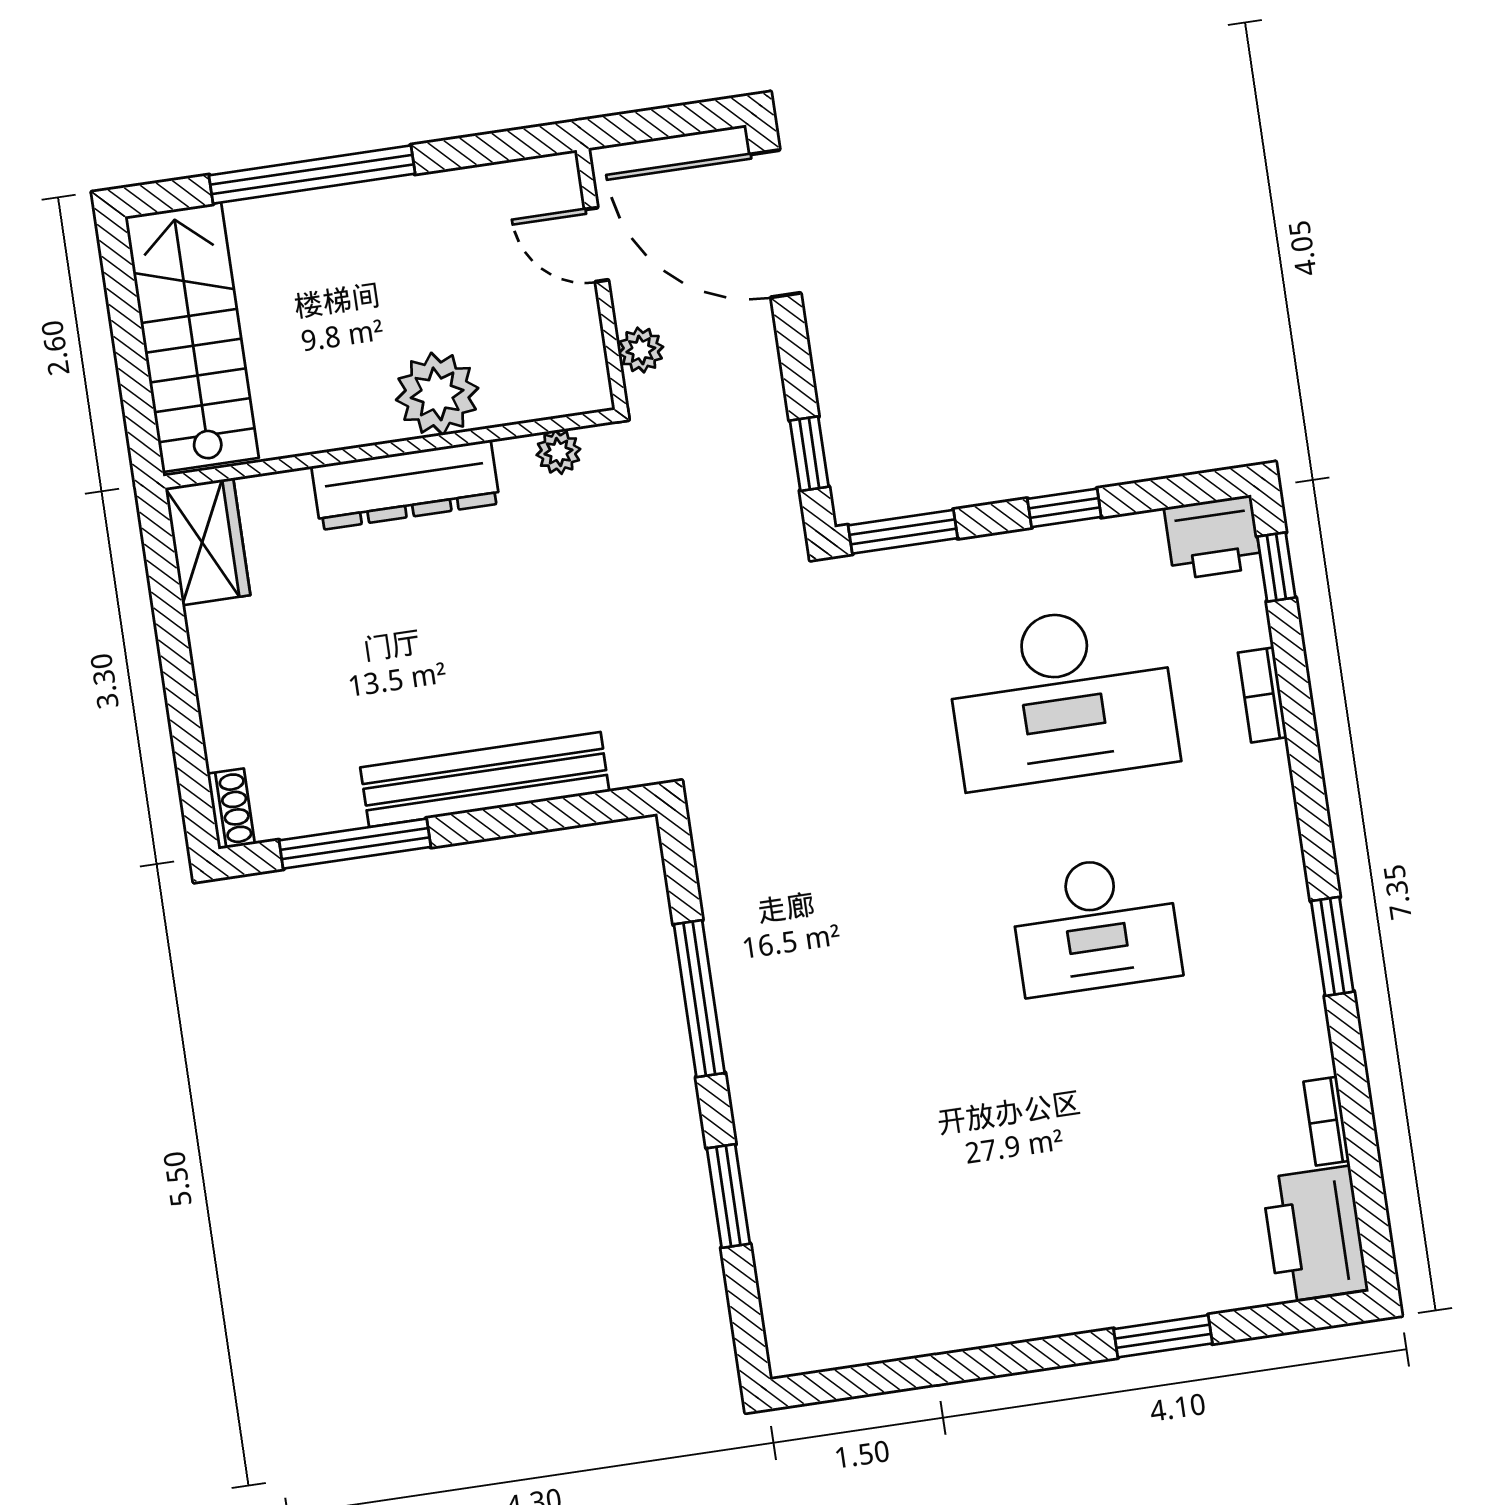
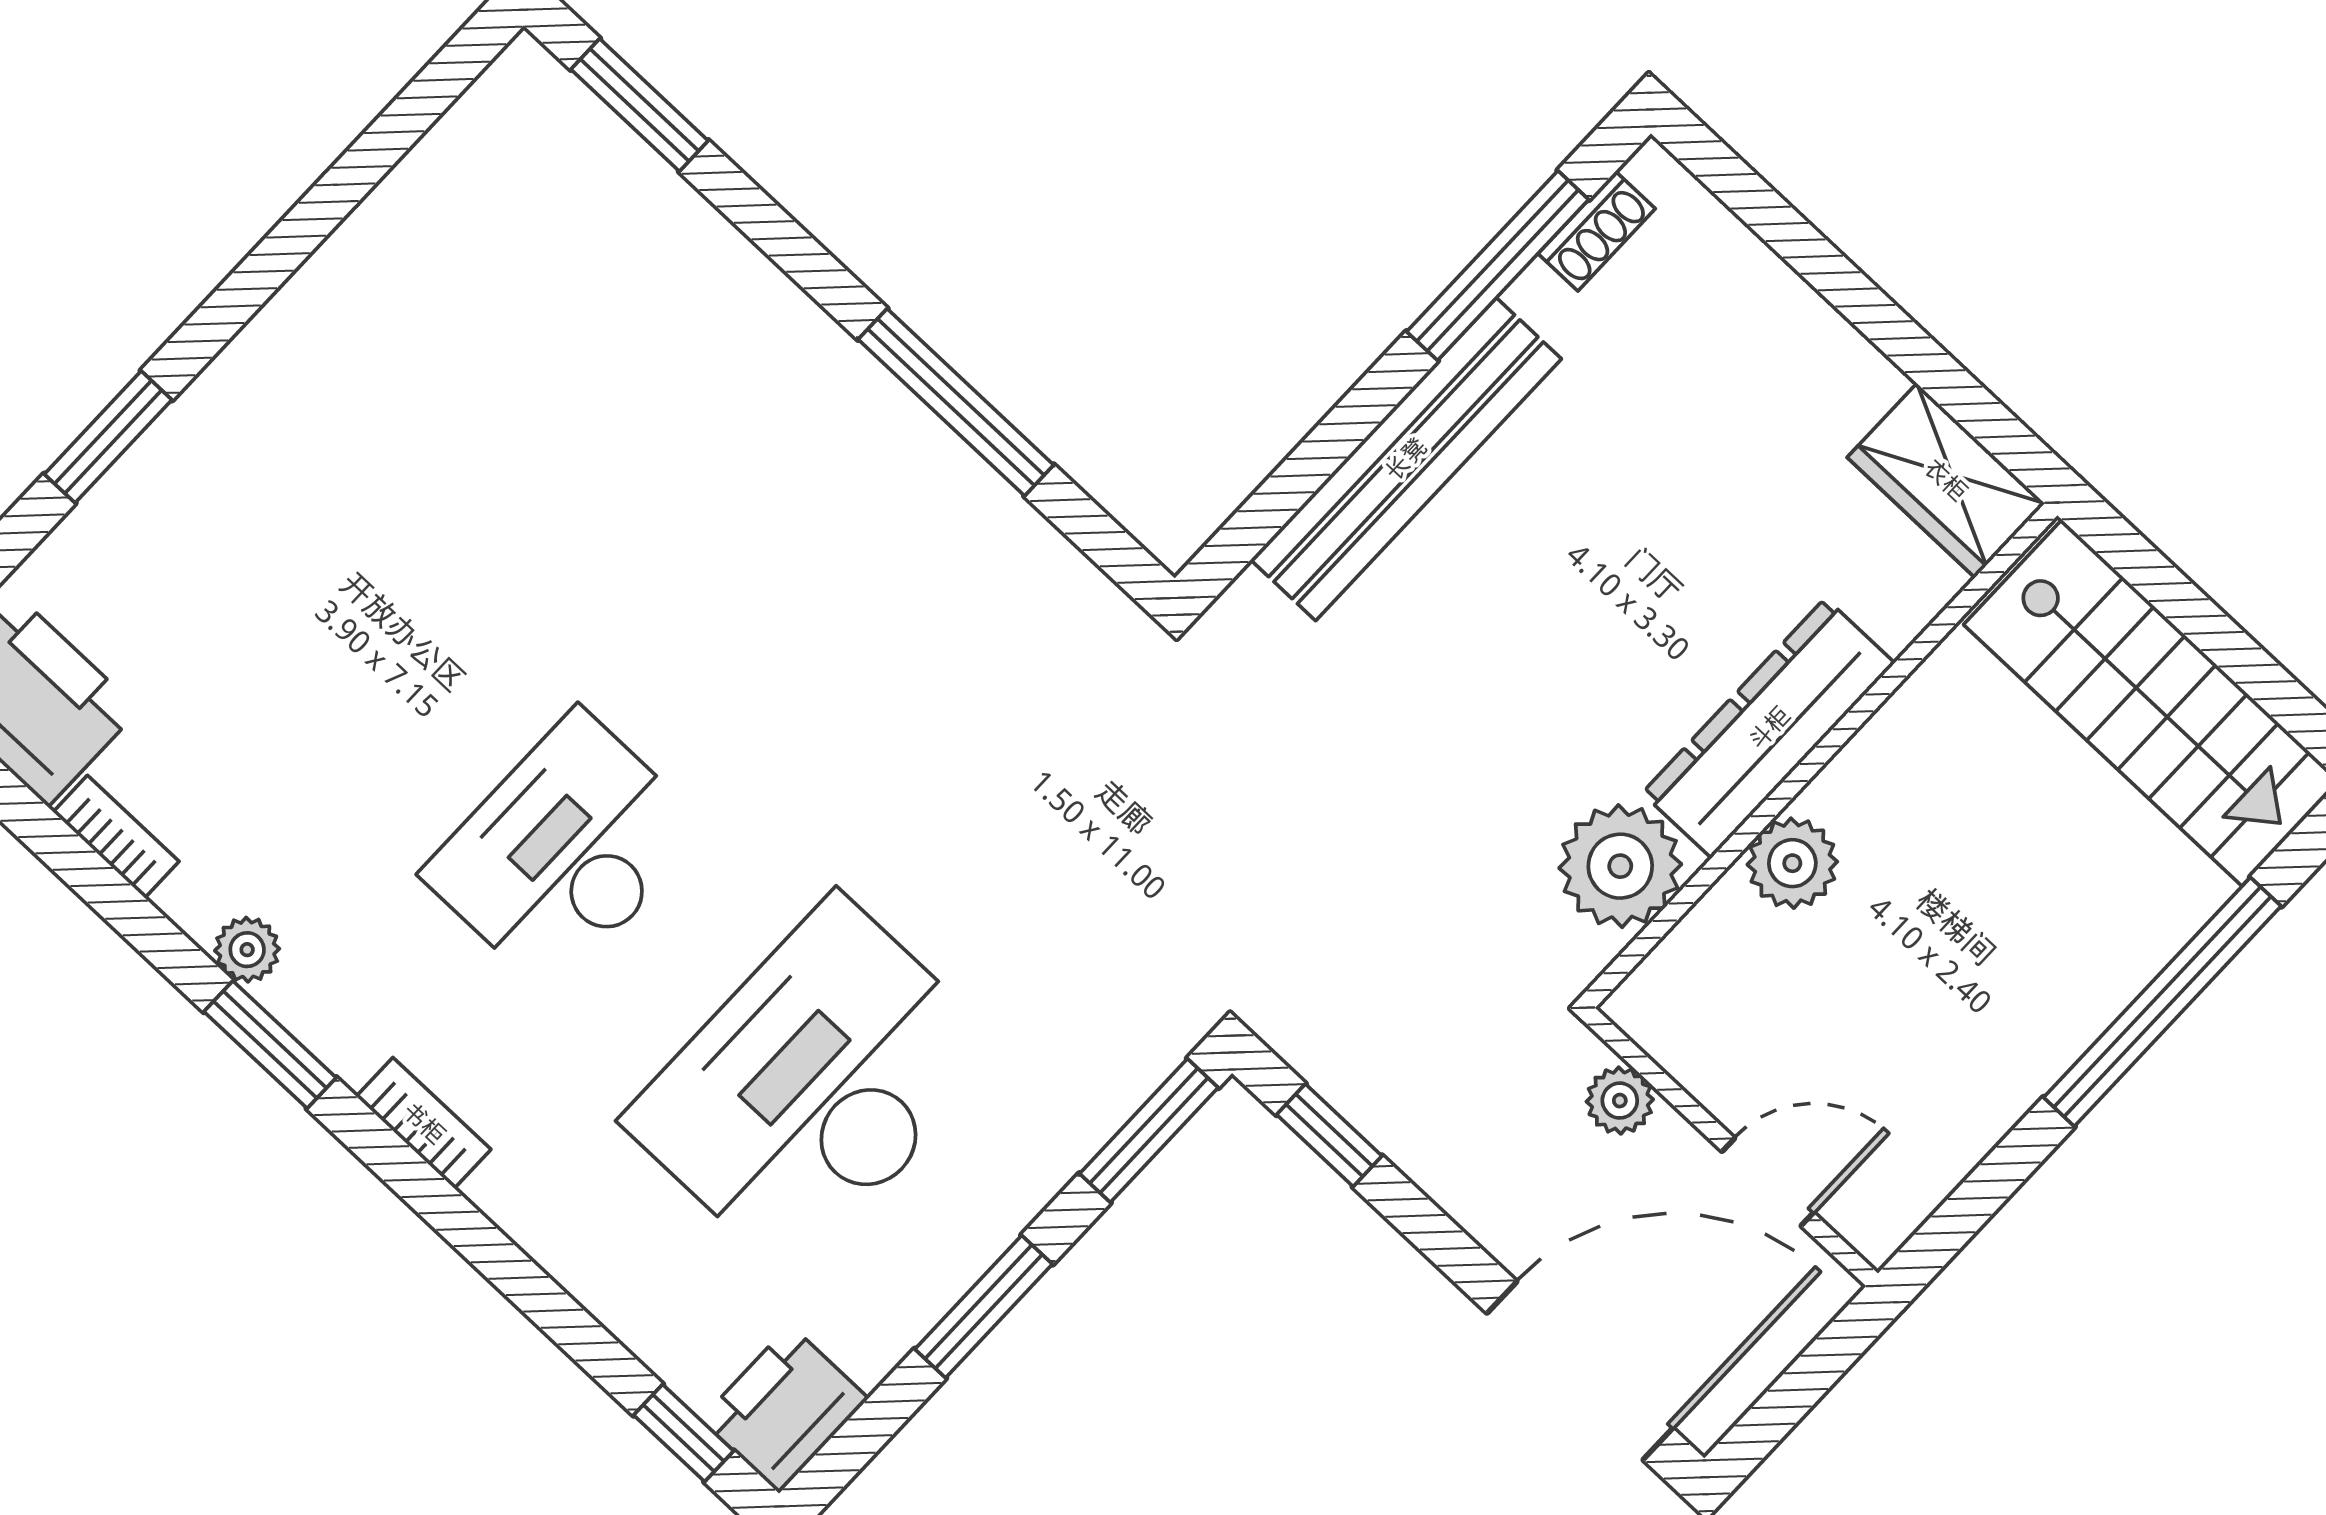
plant: (437, 394) -> (1792, 863), width x0.73, depth x0.73
plant: (558, 452) -> (1620, 866), width x1.88, depth x1.88
window: (1064, 508) -> (984, 1307), width x1.50
bookcase: (1262, 695) -> (424, 1123), moved
shoe rack: (231, 809) -> (1597, 231), moved, turned -90
plant: (1305, 1006) -> (247, 950), added
window: (728, 1196) -> (640, 105), moved

